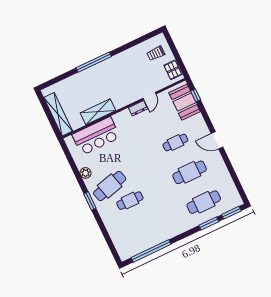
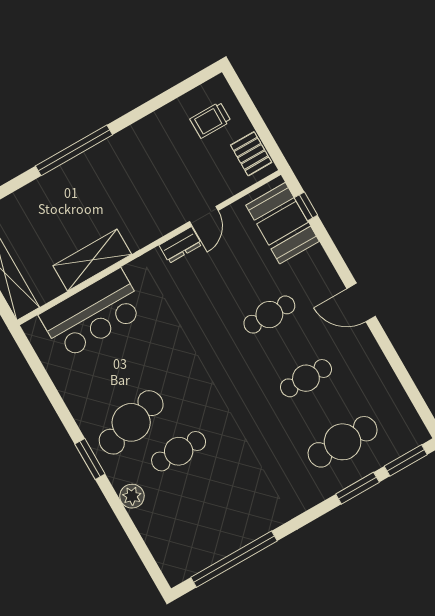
cafe table: (190, 172) -> (306, 378), width x0.73, depth x0.74
plant: (86, 173) -> (132, 496), moved

